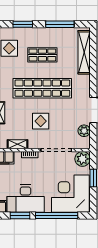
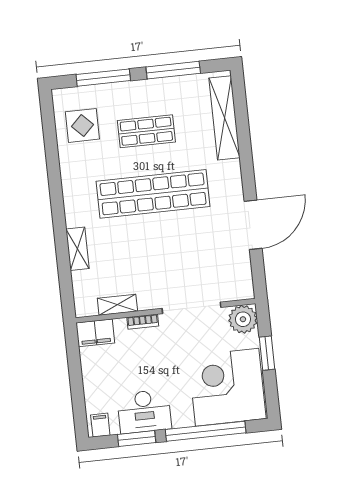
window: (23, 24) -> (103, 78), width x1.44
display table: (41, 121) -> (156, 256), removed
plant: (84, 131) -> (240, 266), removed
desk: (26, 198) -> (144, 411), width x0.73, depth x0.77

